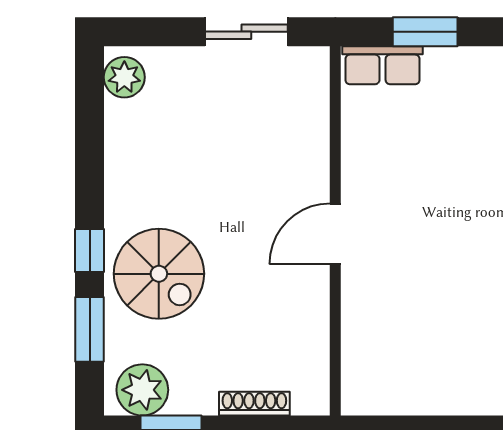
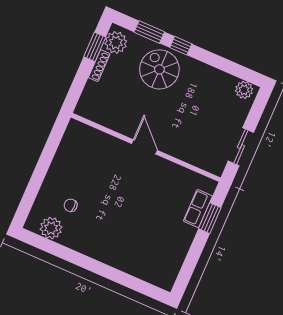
row of seats: (383, 65) -> (198, 209), moved
spiral stairs: (159, 274) -> (159, 69), turned 90
shoe rack: (254, 404) -> (99, 66), moved

